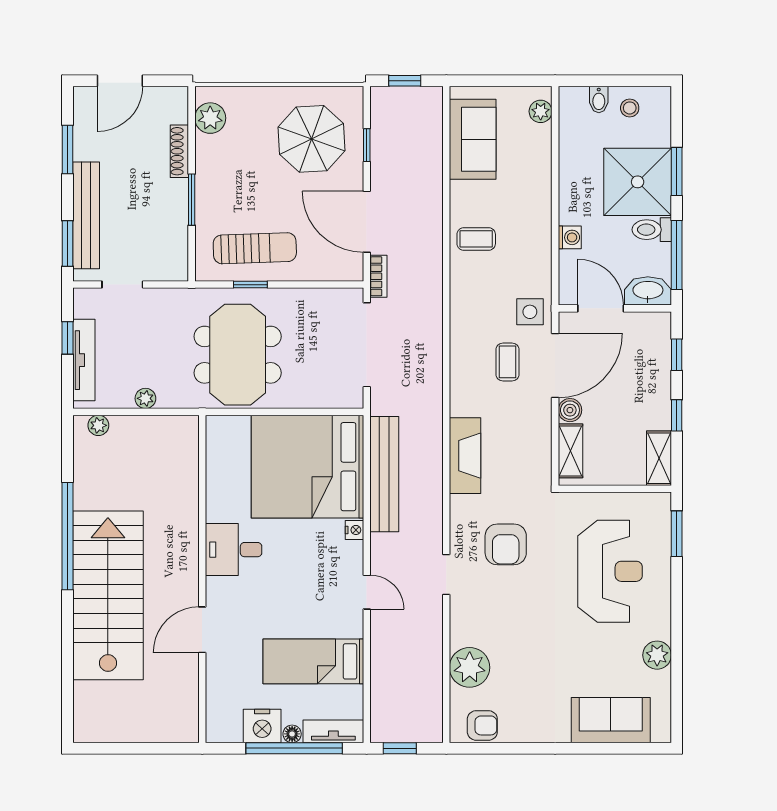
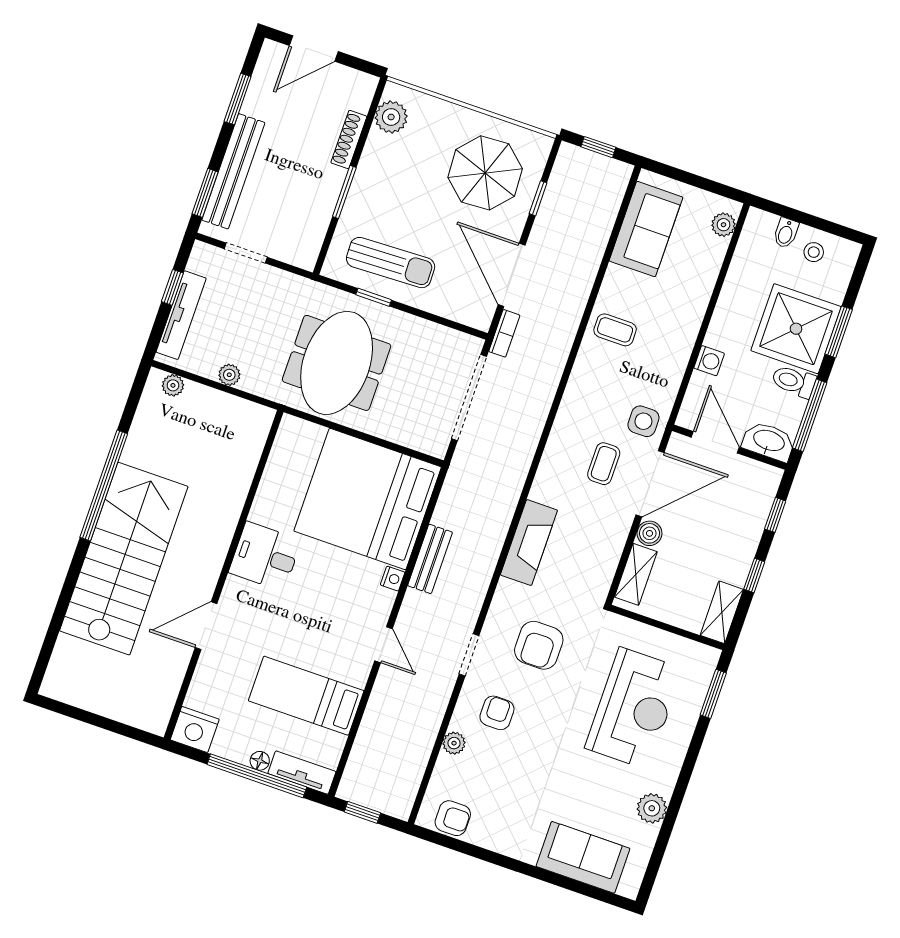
bench: (384, 474) -> (430, 559), width x0.54, depth x0.82
armchair: (489, 618) -> (497, 713), added
plant: (470, 667) -> (454, 743), width x0.53, depth x0.53
nightstand: (262, 726) -> (195, 729), moved

